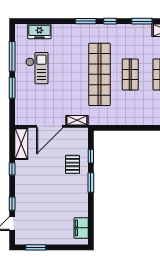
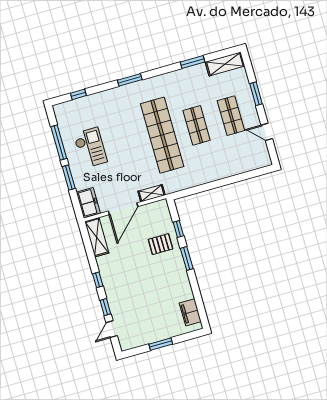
window: (110, 21) -> (78, 94), moved
freezer: (39, 31) -> (88, 203), moved, turned -90
pallet: (73, 164) -> (161, 244), turned 90
window: (12, 169) -> (98, 280), moved
window: (36, 247) -> (161, 344), moved

